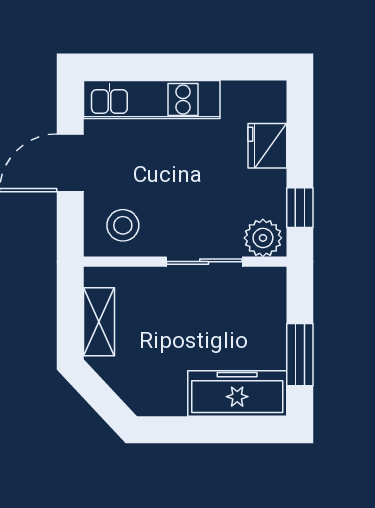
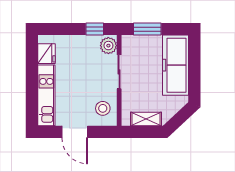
fridge: (267, 146) -> (46, 54), moved, turned -90
window: (300, 355) -> (147, 29), moved
freezer: (237, 393) -> (175, 65), width x1.36, depth x1.26

